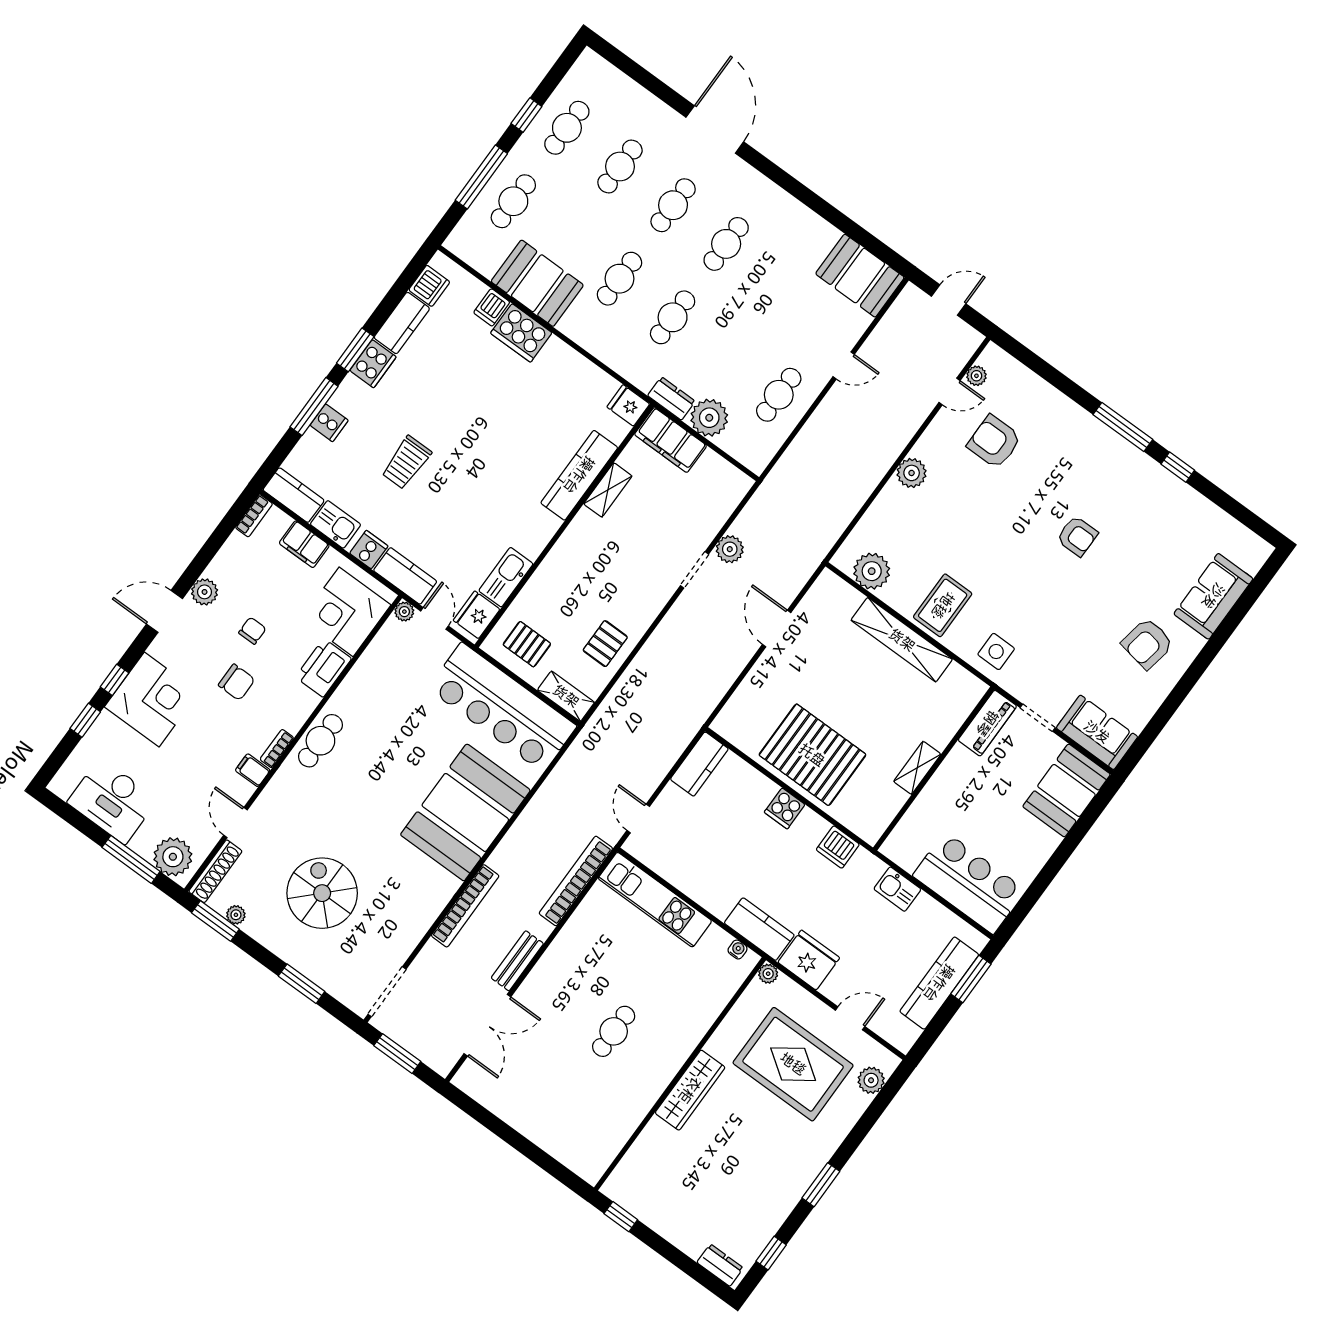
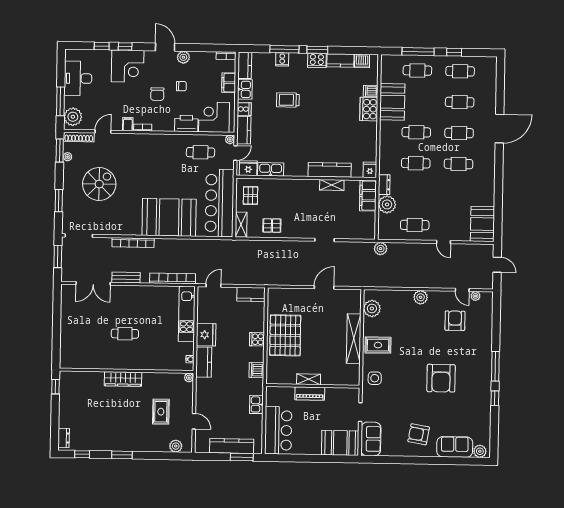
armchair: (1077, 536) -> (441, 378), width x1.88, depth x1.88
plant: (730, 549) -> (381, 249), moved
plant: (1252, 558) -> (480, 451), added
piano: (987, 723) -> (310, 394), moved
cafe table: (320, 741) -> (200, 152), moved
fridge: (809, 960) -> (206, 335), moved
rug: (793, 1064) -> (161, 412), width x0.54, depth x0.49

